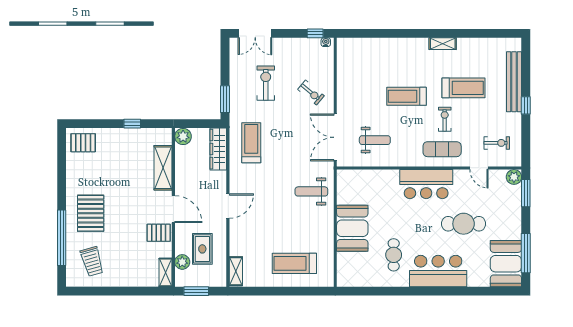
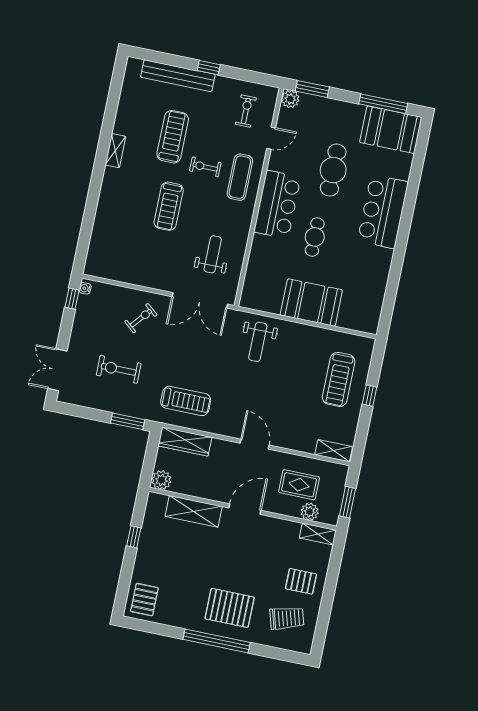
double door: (255, 33) -> (57, 370), swing flipped
treadmill: (251, 143) -> (186, 401), turned 180
pallet: (159, 233) -> (301, 581), moved, turned 90
window: (62, 238) -> (217, 641), moved
cafe table: (394, 255) -> (315, 237), moved, turned 90
window: (287, 291) -> (370, 396), added

